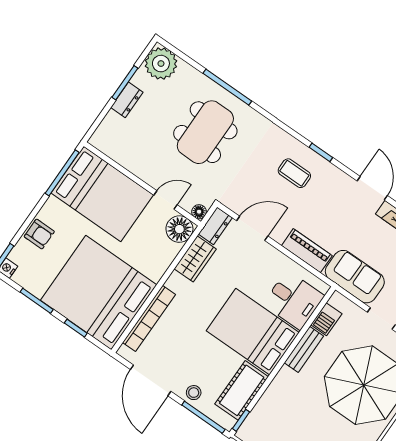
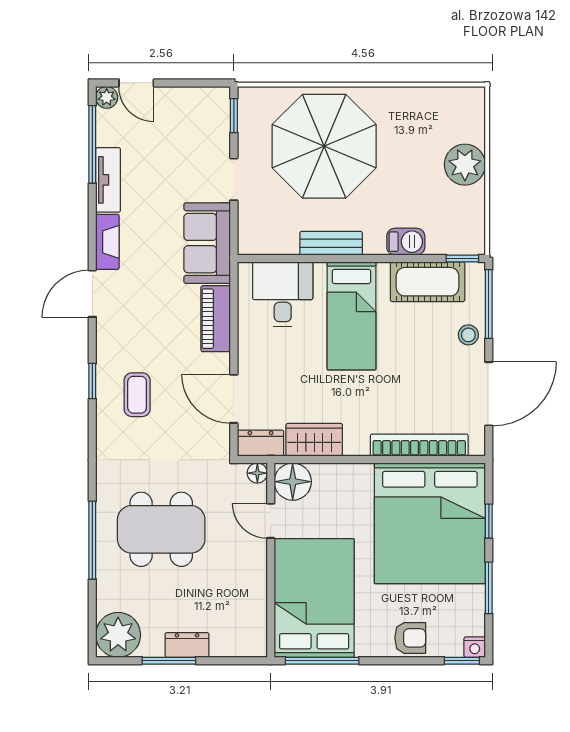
armchair: (39, 234) -> (410, 638), turned 90
barbecue: (326, 319) -> (406, 242), moved
bed: (253, 332) -> (352, 316), width x0.67

